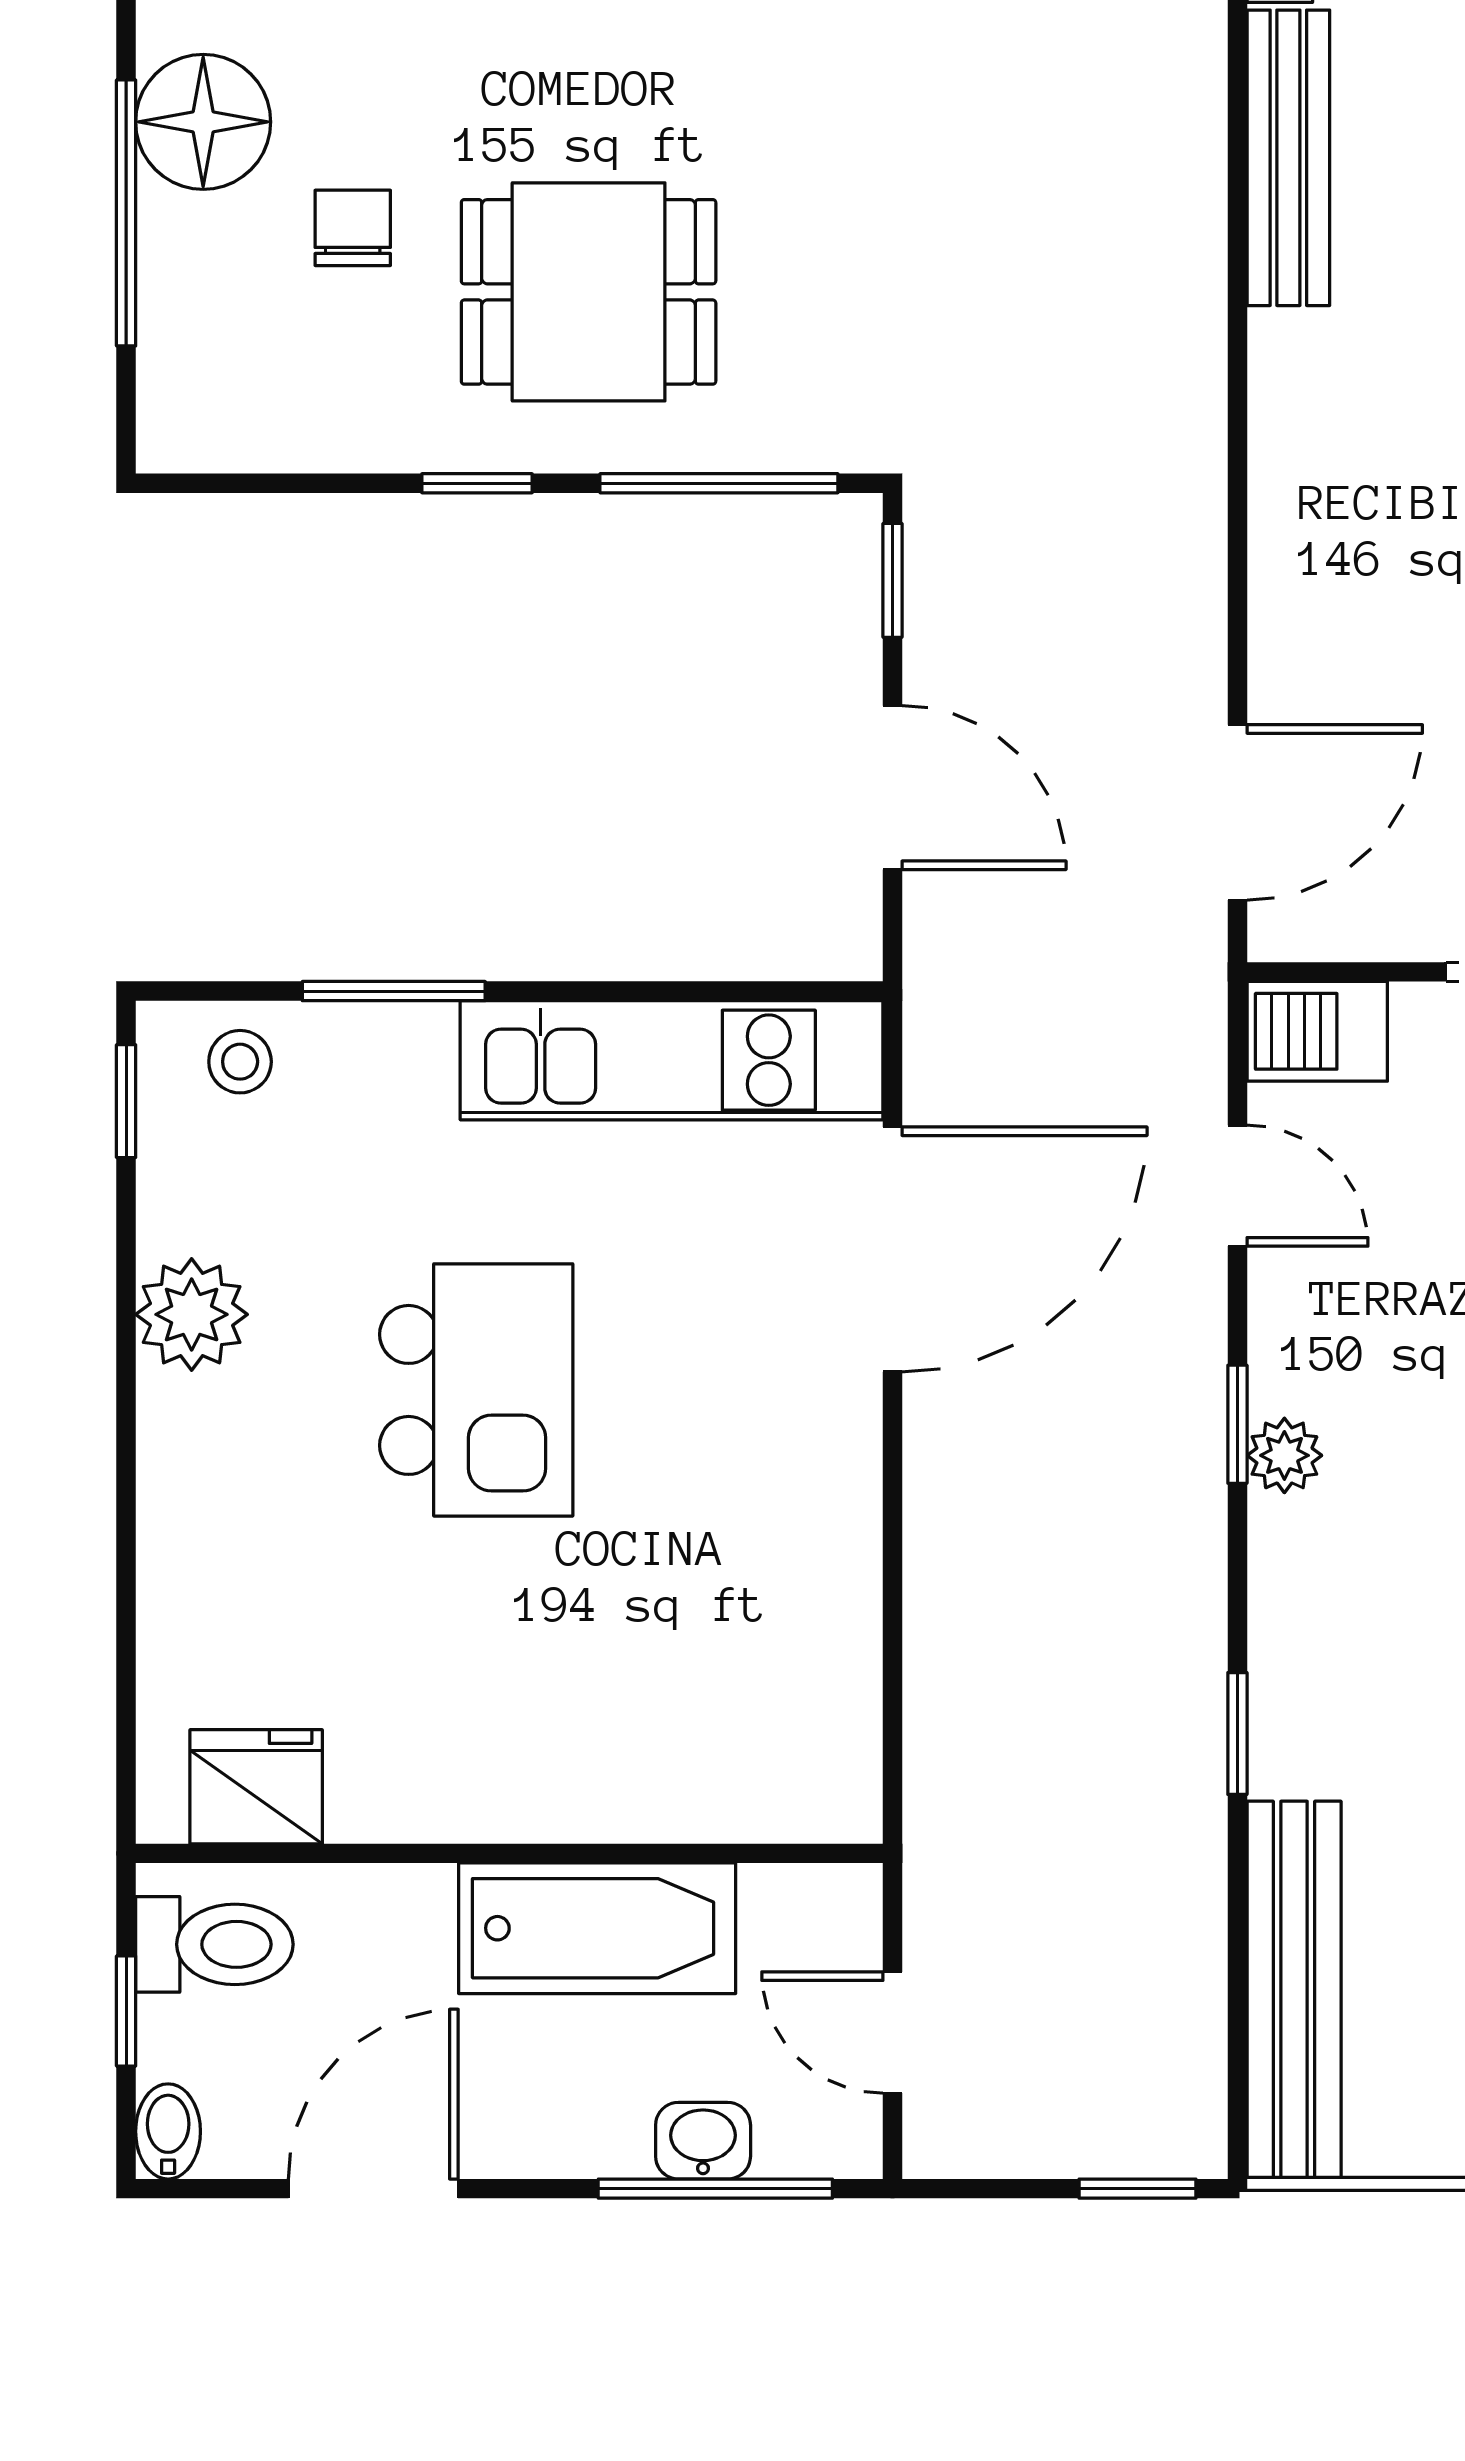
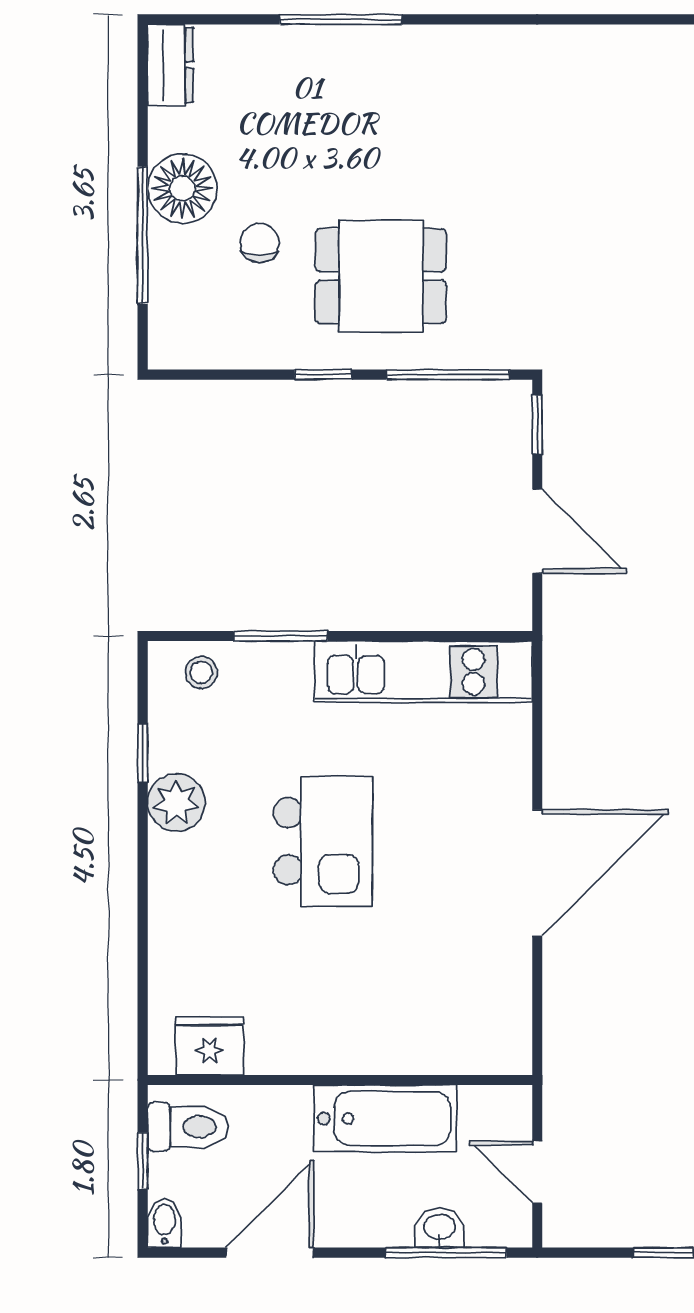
window: (126, 1101) -> (143, 753), moved
door: (893, 1249) -> (537, 873), moved

